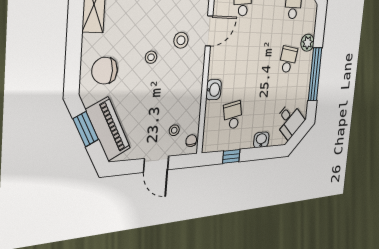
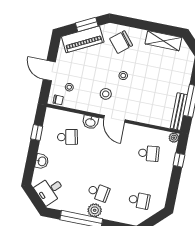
door: (209, 31) -> (114, 119), moved
stool: (181, 40) -> (106, 94), moved
plant: (308, 43) -> (95, 210), moved
chair: (105, 71) -> (121, 42), turned -130
door: (156, 164) -> (49, 71), hinge flipped

